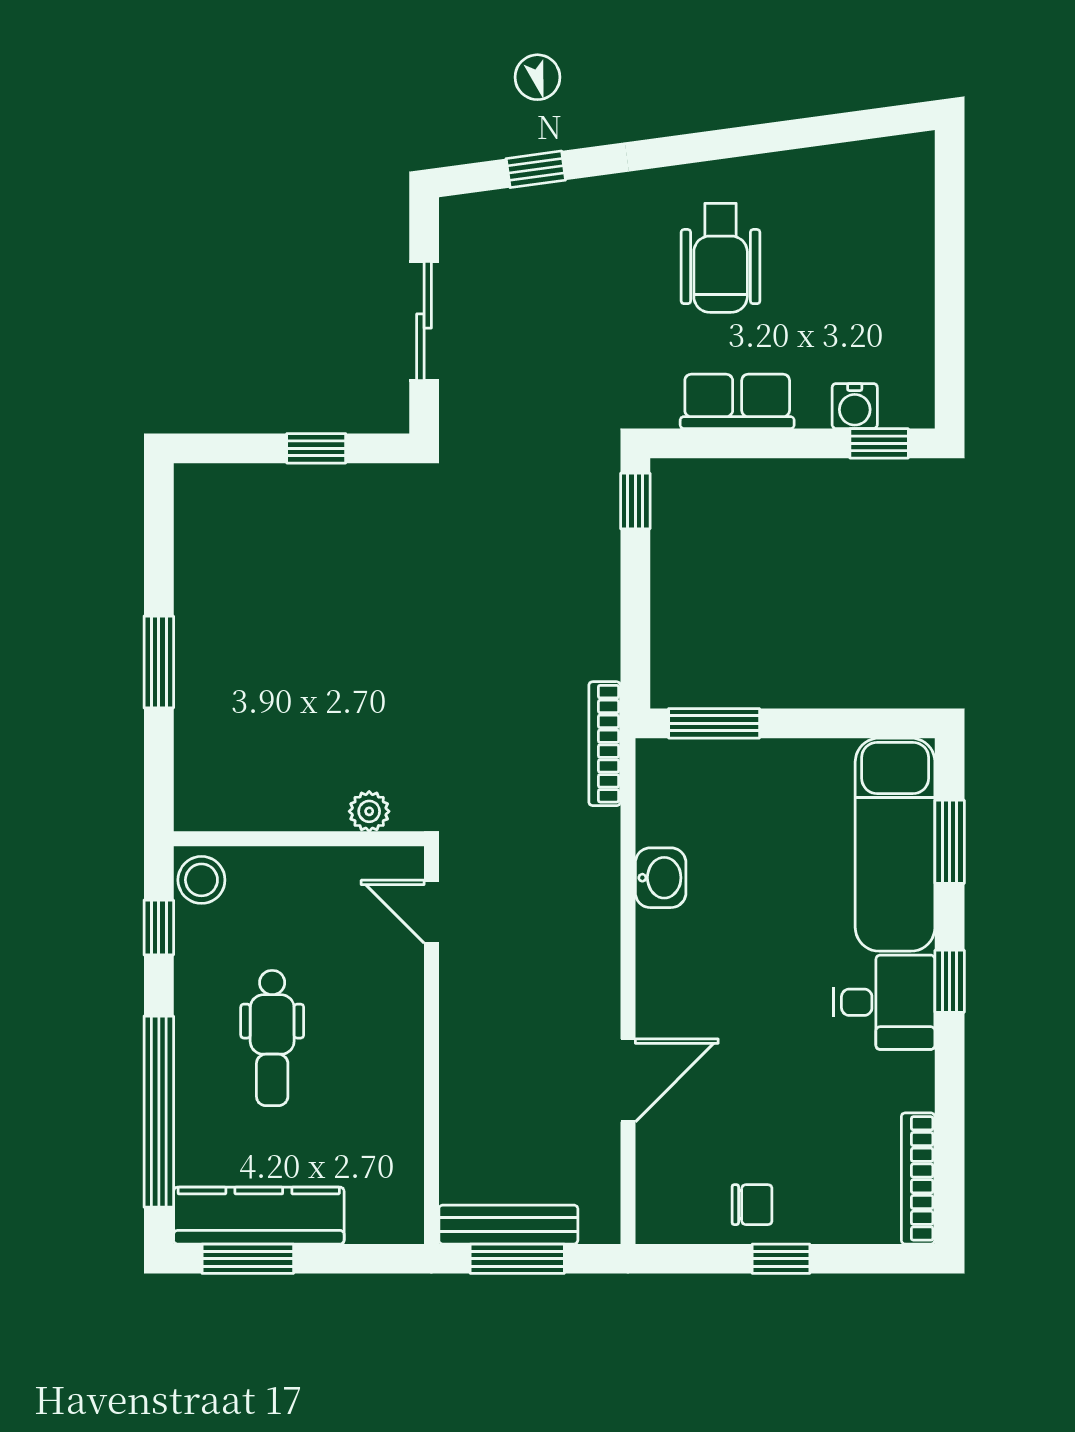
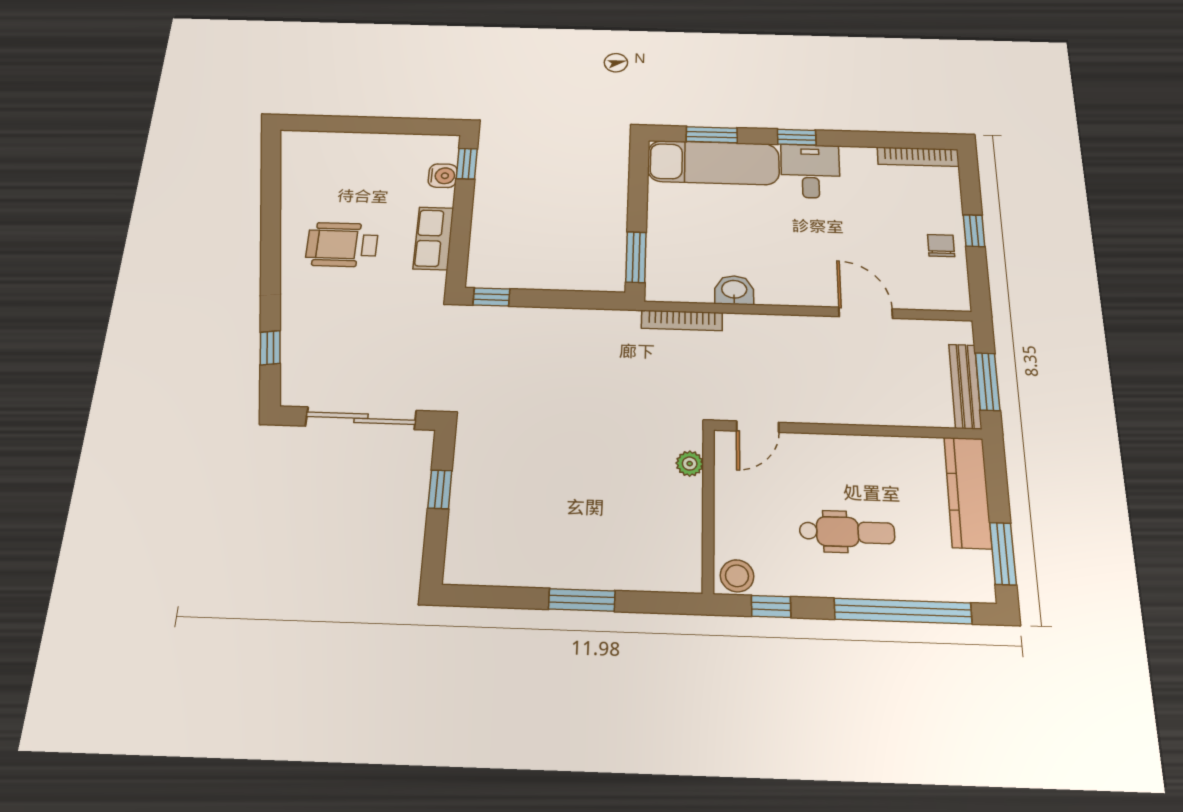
wheelchair: (721, 258) -> (342, 245), turned 180
sliding door: (424, 321) -> (361, 418), width x1.37
bookcase: (605, 744) -> (682, 320), moved
kitchen counter: (259, 1216) -> (968, 492), moved

